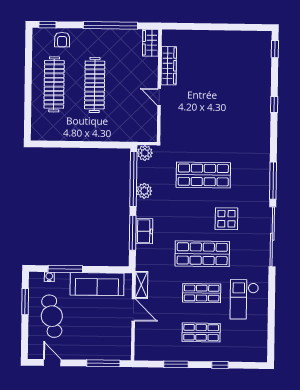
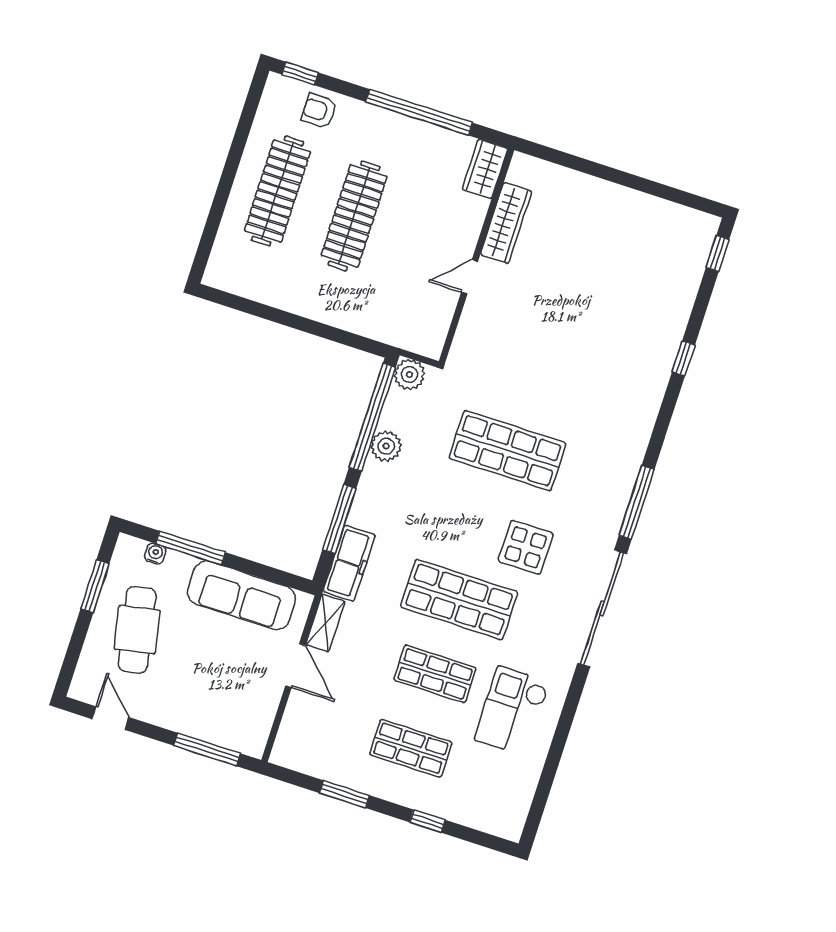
armchair: (62, 40) -> (319, 111), turned 90
door: (159, 97) -> (470, 277), hinge flipped
freezer: (144, 231) -> (349, 563), moved, width x1.40

